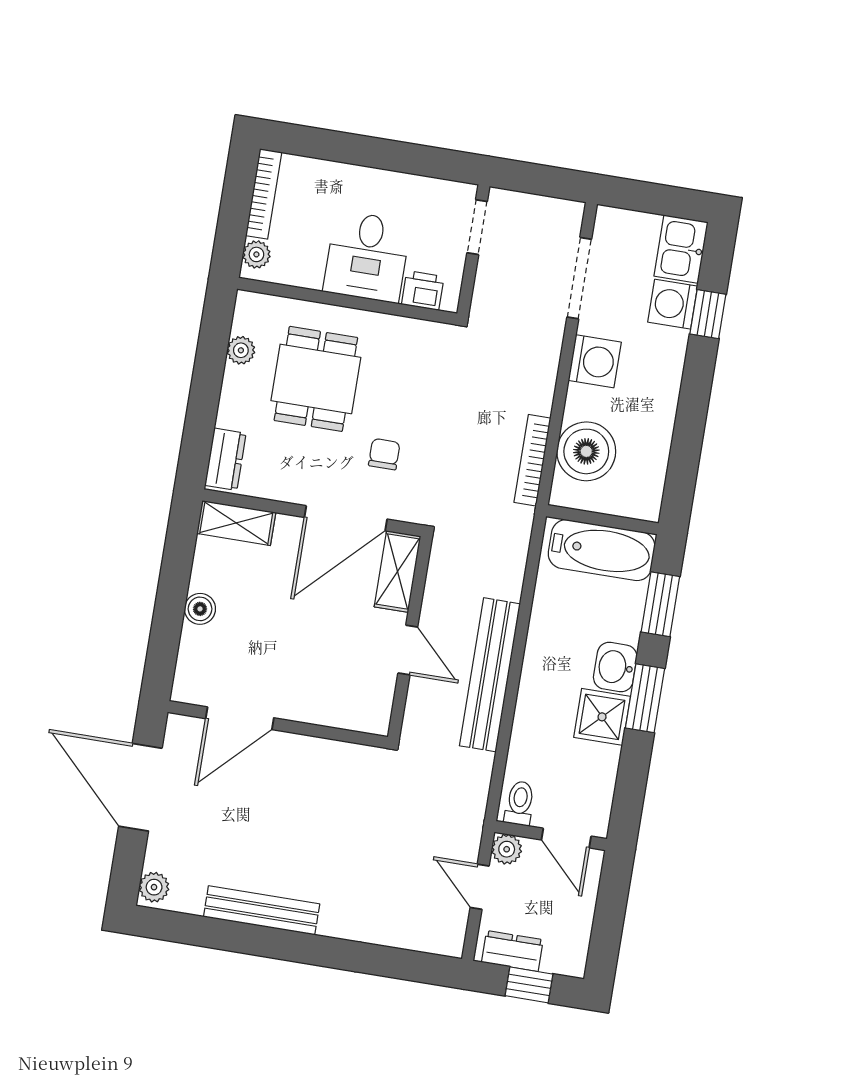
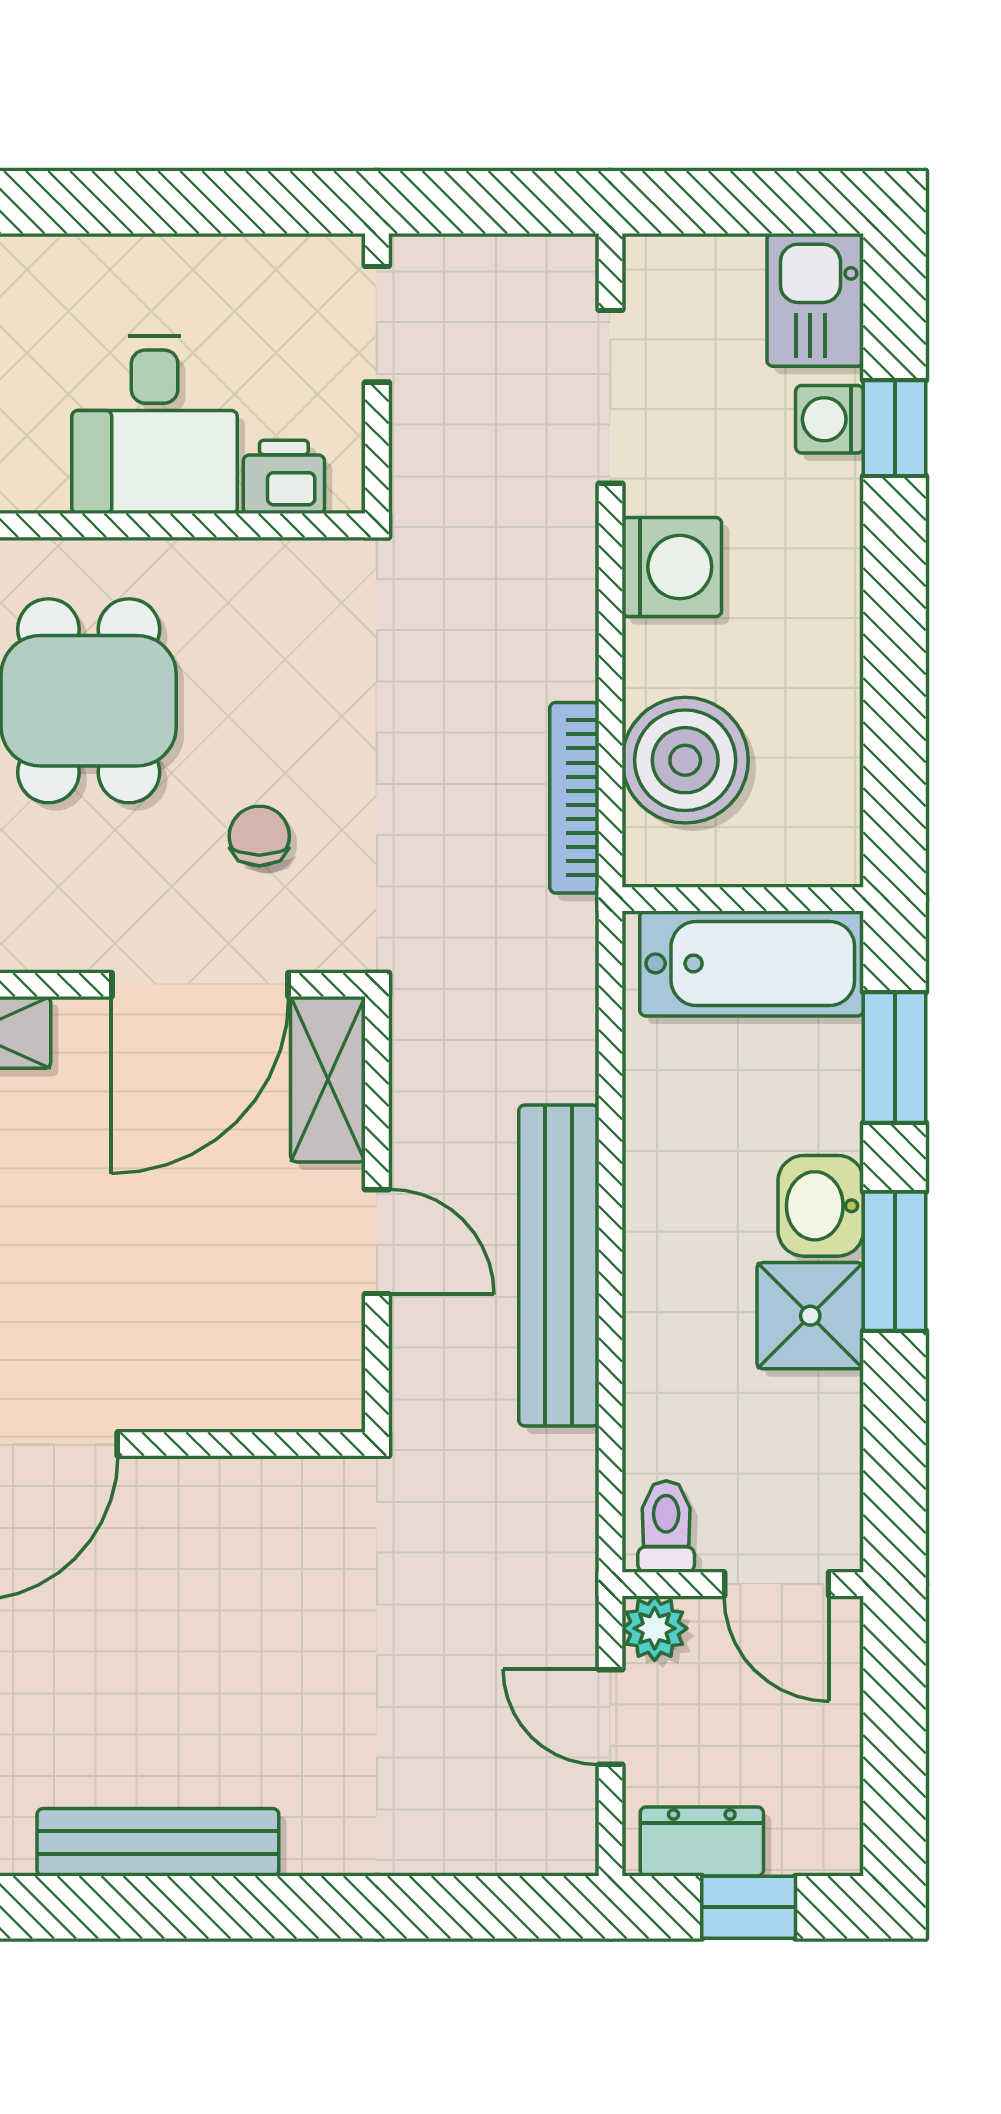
washing machine: (673, 304) -> (830, 419), width x0.73, depth x0.73

